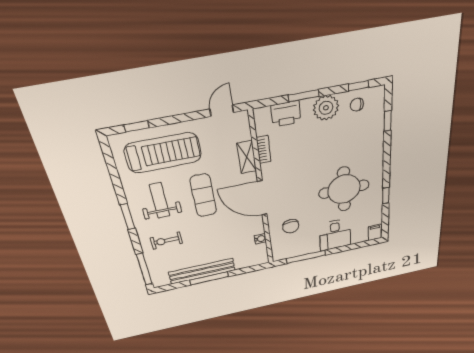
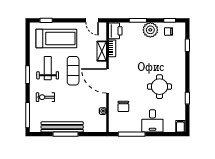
door: (222, 111) -> (92, 20), swing flipped
printer: (286, 114) -> (115, 31), moved, turned -90
round table: (344, 189) -> (159, 87), width x0.73, depth x0.73

